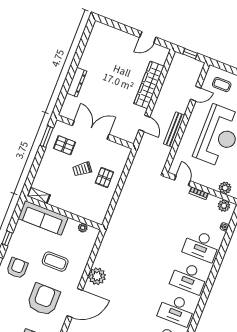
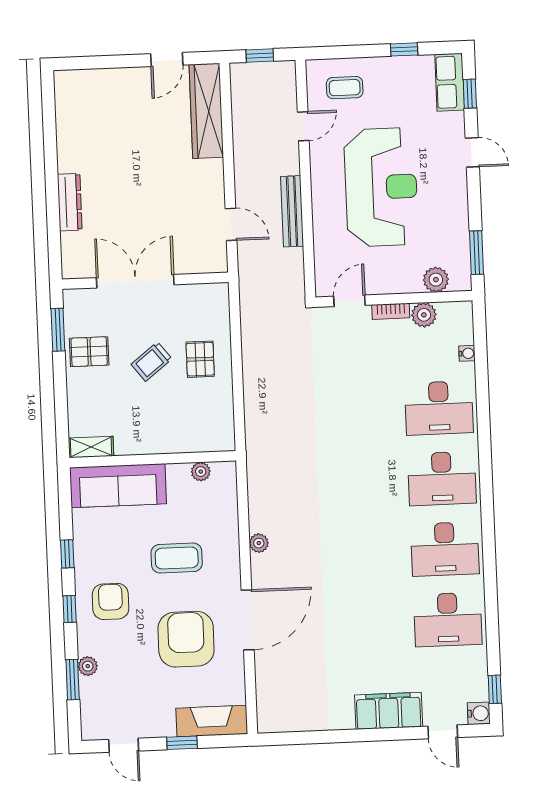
wardrobe: (149, 85) -> (206, 111), moved
pallet: (65, 145) -> (89, 352), moved
door: (182, 181) -> (349, 301), hinge flipped
plant: (224, 206) -> (424, 315), moved
plant: (97, 276) -> (259, 543), width x0.53, depth x0.53

